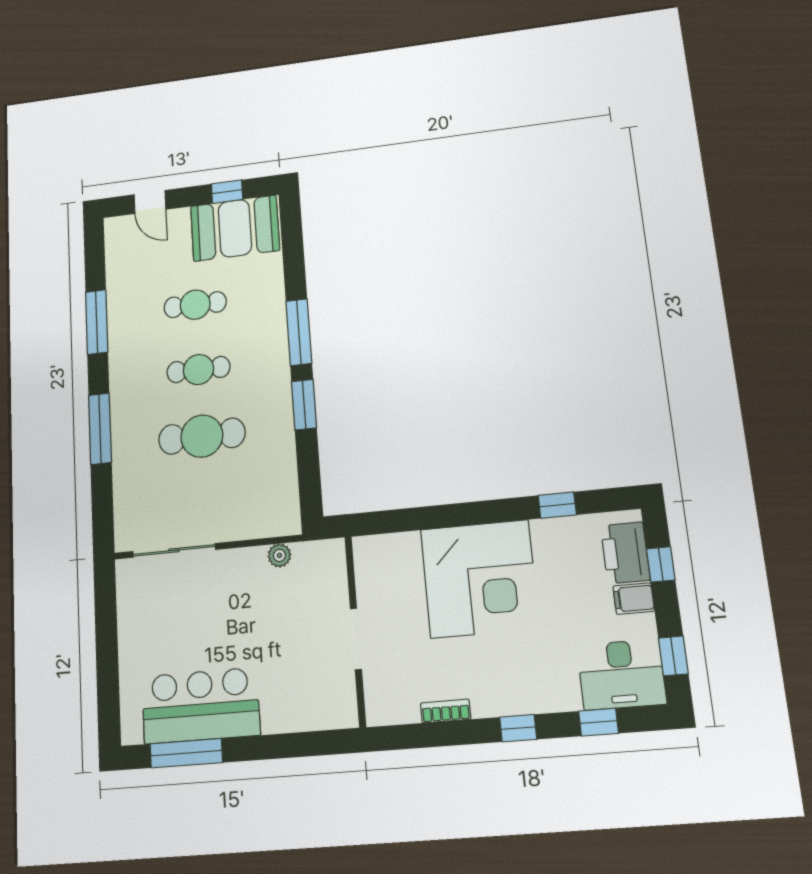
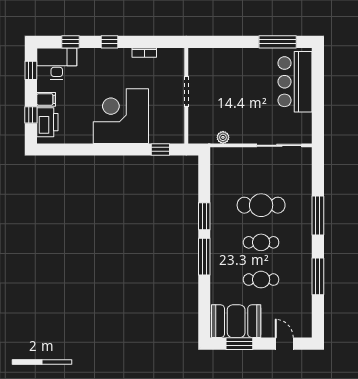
window: (227, 192) -> (239, 344), width x1.50
window: (557, 505) -> (160, 149), moved
bar counter: (201, 706) -> (295, 82), moved, turned 90

